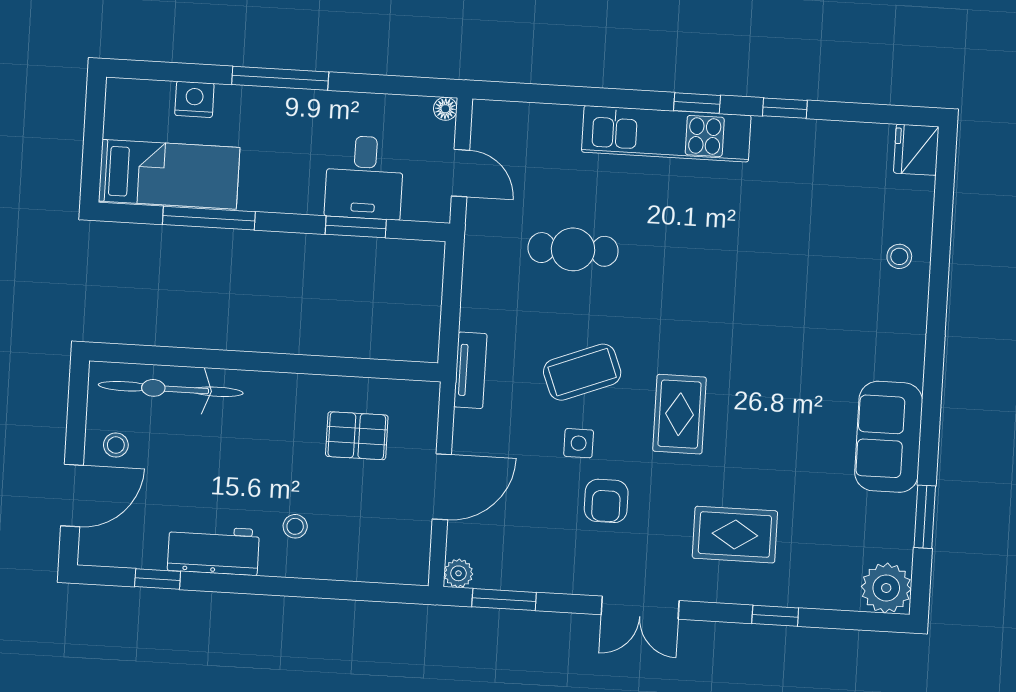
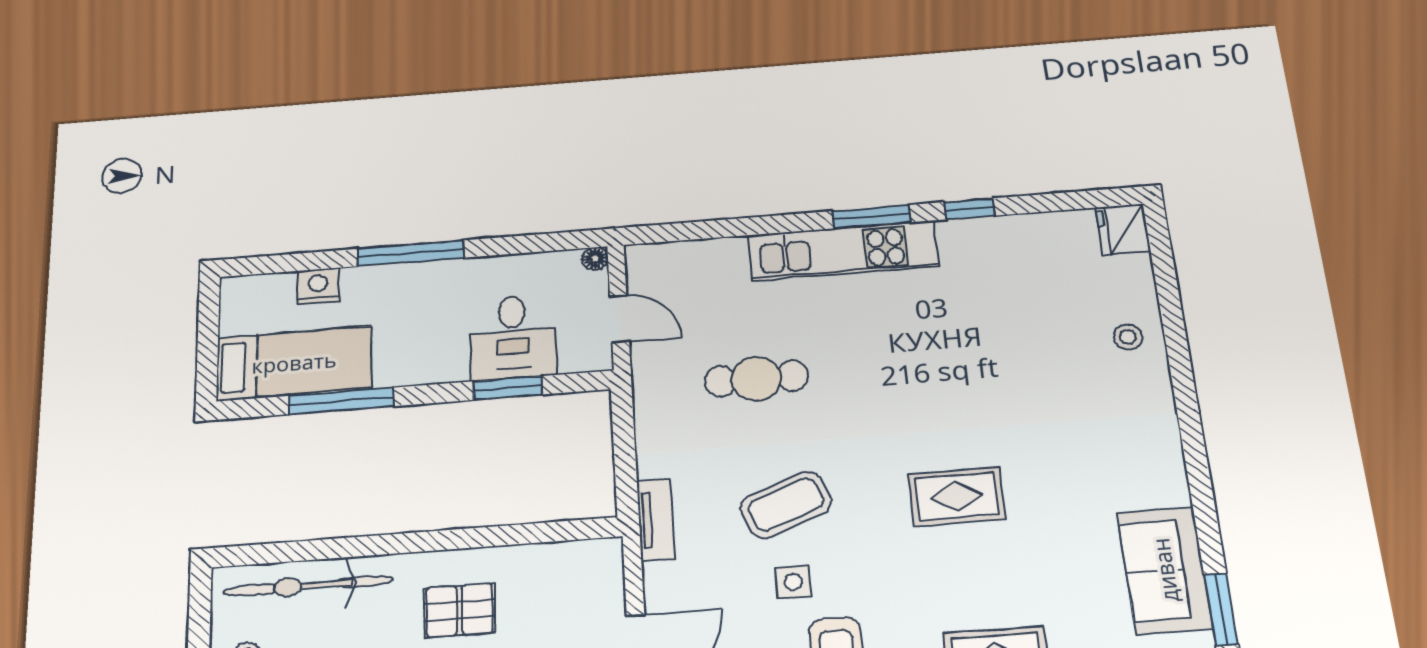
window: (697, 103) -> (871, 217), width x1.50
rug: (679, 414) -> (957, 497), moved, turned 90
pallet: (357, 436) -> (460, 610), moved
sofa: (889, 437) -> (1165, 570), moved

